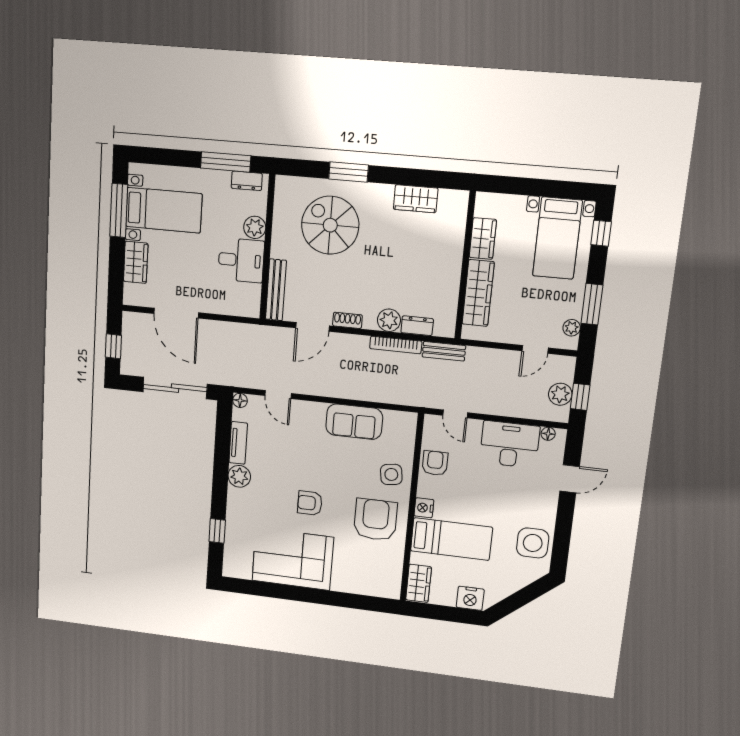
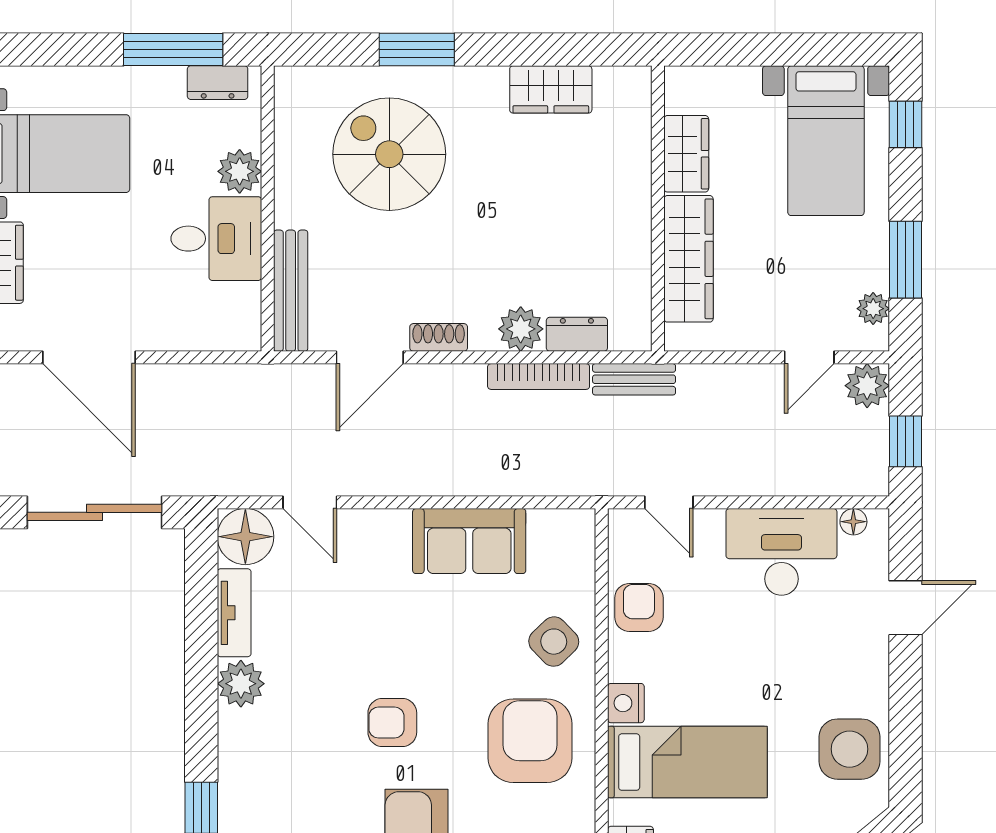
plant: (560, 394) -> (867, 386), moved
floor lamp: (240, 400) -> (245, 537), width x1.89, depth x1.89
side table: (391, 474) -> (554, 642), turned -36

